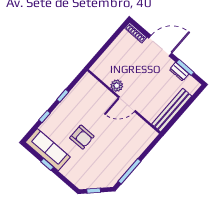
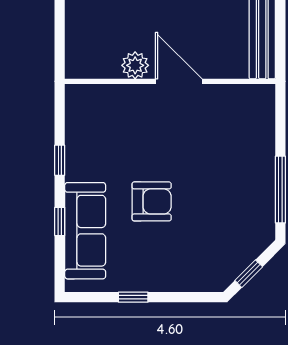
door: (127, 104) -> (179, 81), swing flipped
sofa: (48, 150) -> (85, 231), moved, turned 90

